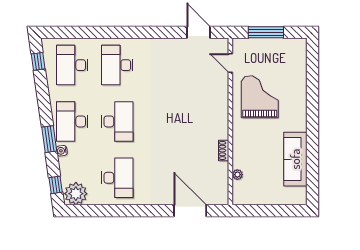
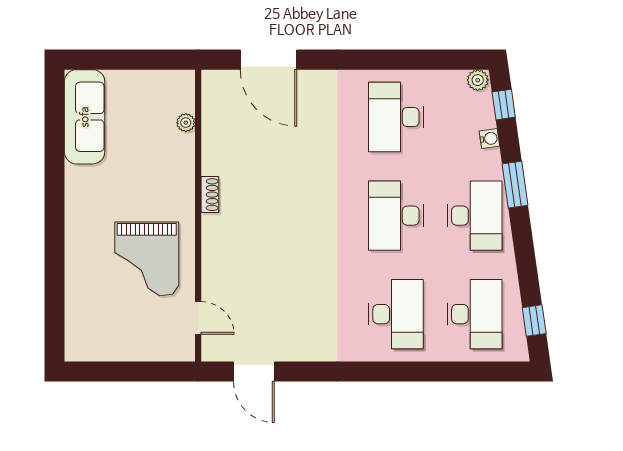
window: (266, 32) -> (136, 372), removed
shoe rack: (224, 150) -> (210, 195), moved
water cooler: (62, 151) -> (489, 139), moved
sofa: (295, 159) -> (85, 117), moved
plant: (76, 194) -> (478, 80), width x0.53, depth x0.53

